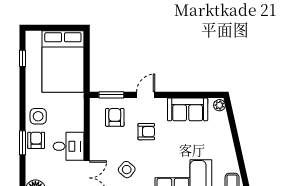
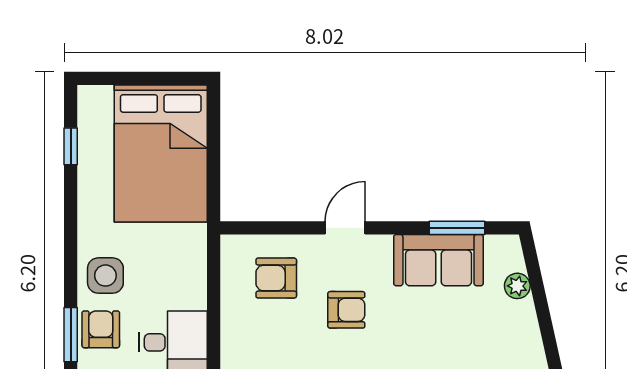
window: (111, 95) -> (457, 228), moved
plant: (219, 105) -> (517, 286), moved
armchair: (115, 117) -> (276, 278), turned -90

